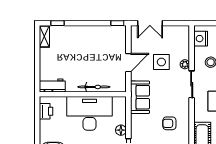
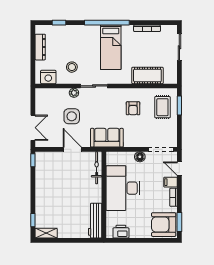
workbench: (52, 85) -> (95, 221), width x1.38
bicycle: (94, 87) -> (97, 168), moved

